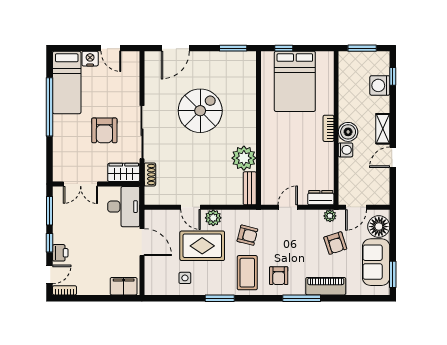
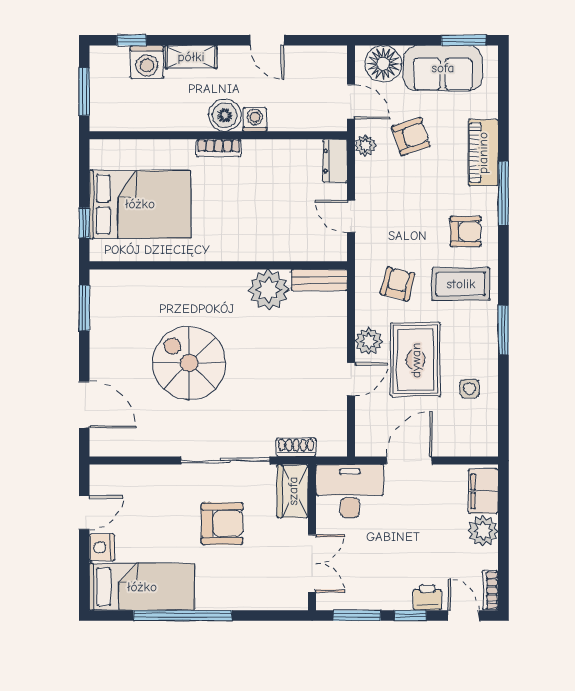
shelving: (383, 129) -> (191, 57), moved
plant: (100, 286) -> (483, 531), added

